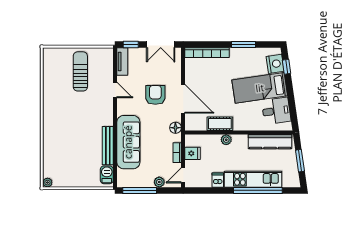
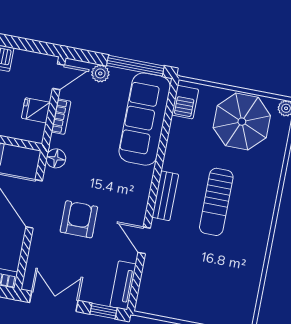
sun lounger: (80, 71) -> (216, 202), moved
armchair: (155, 95) -> (79, 219), turned 180
sofa: (128, 142) -> (145, 119), moved
bench: (108, 146) -> (165, 196), moved, width x0.73
parasol: (72, 170) -> (242, 122), added

